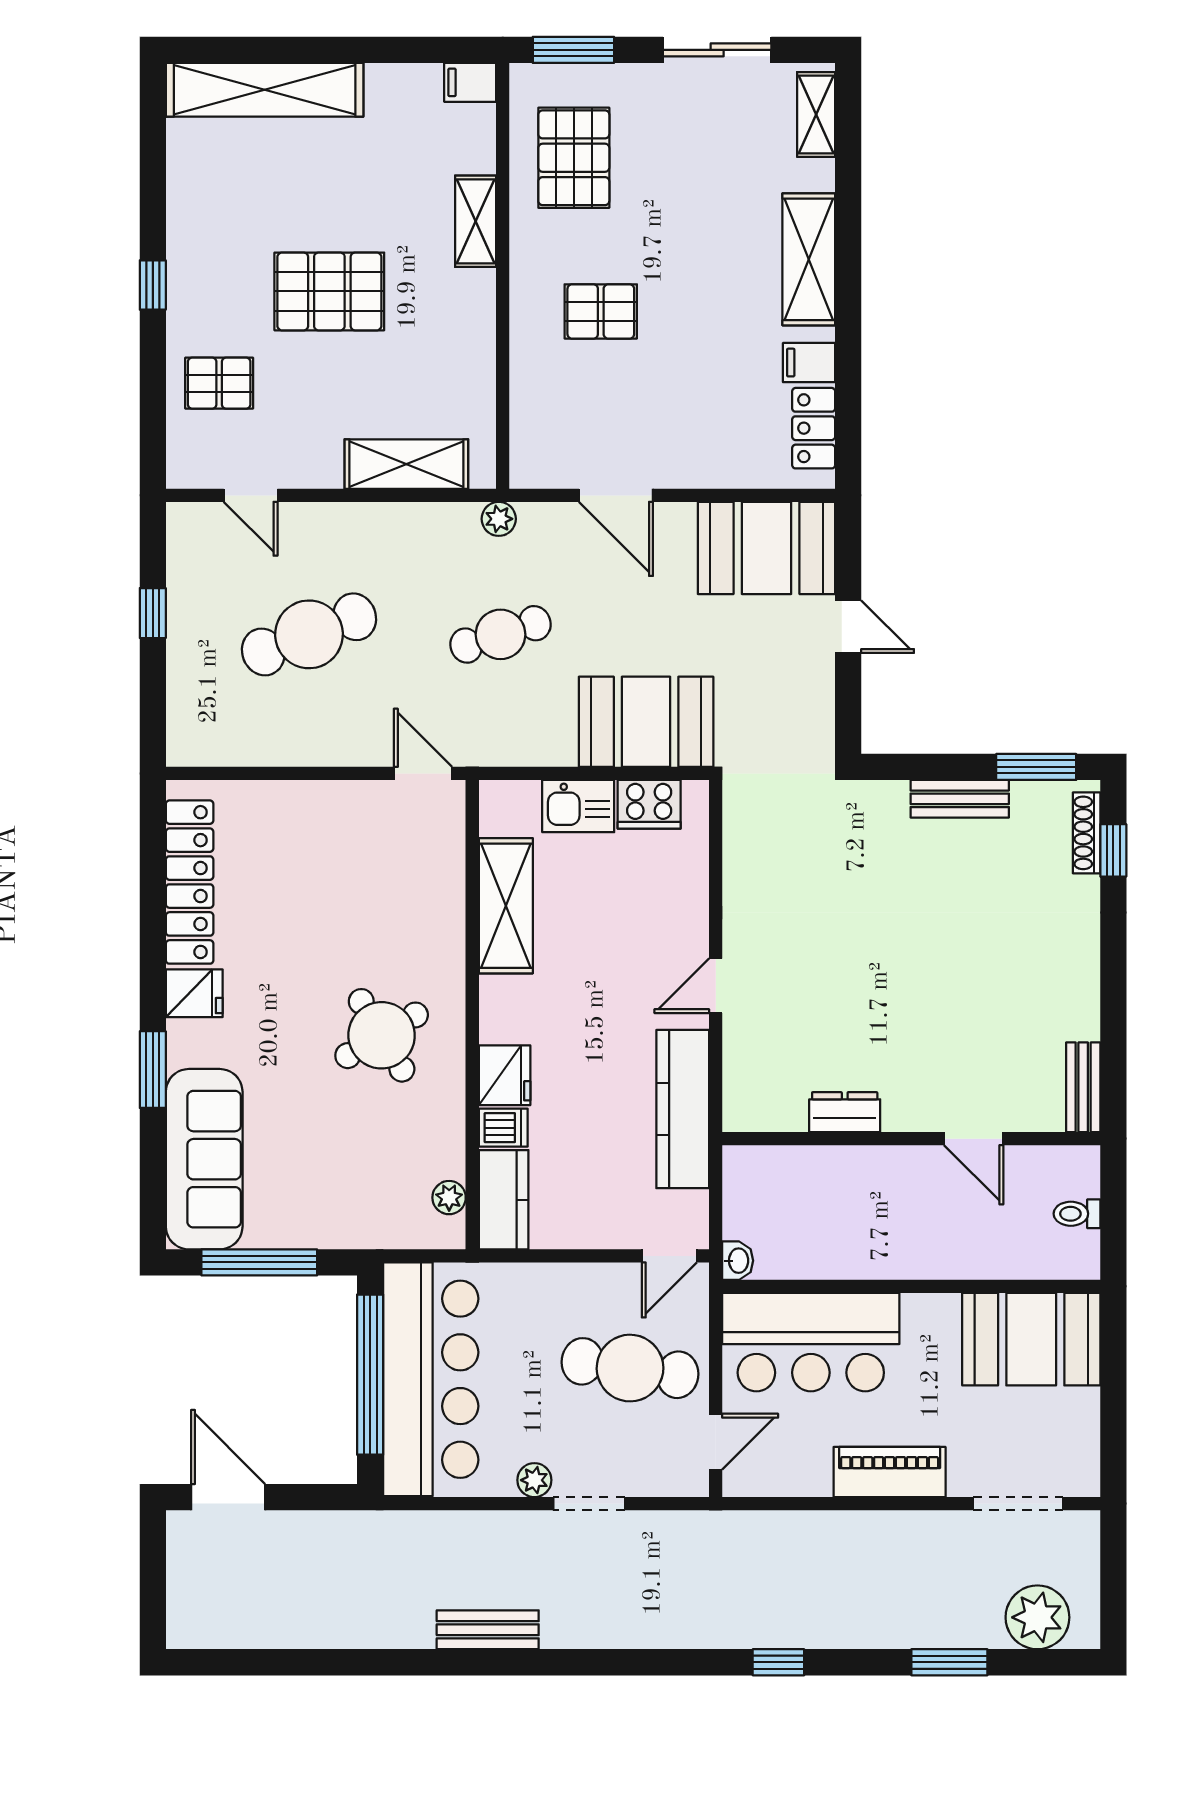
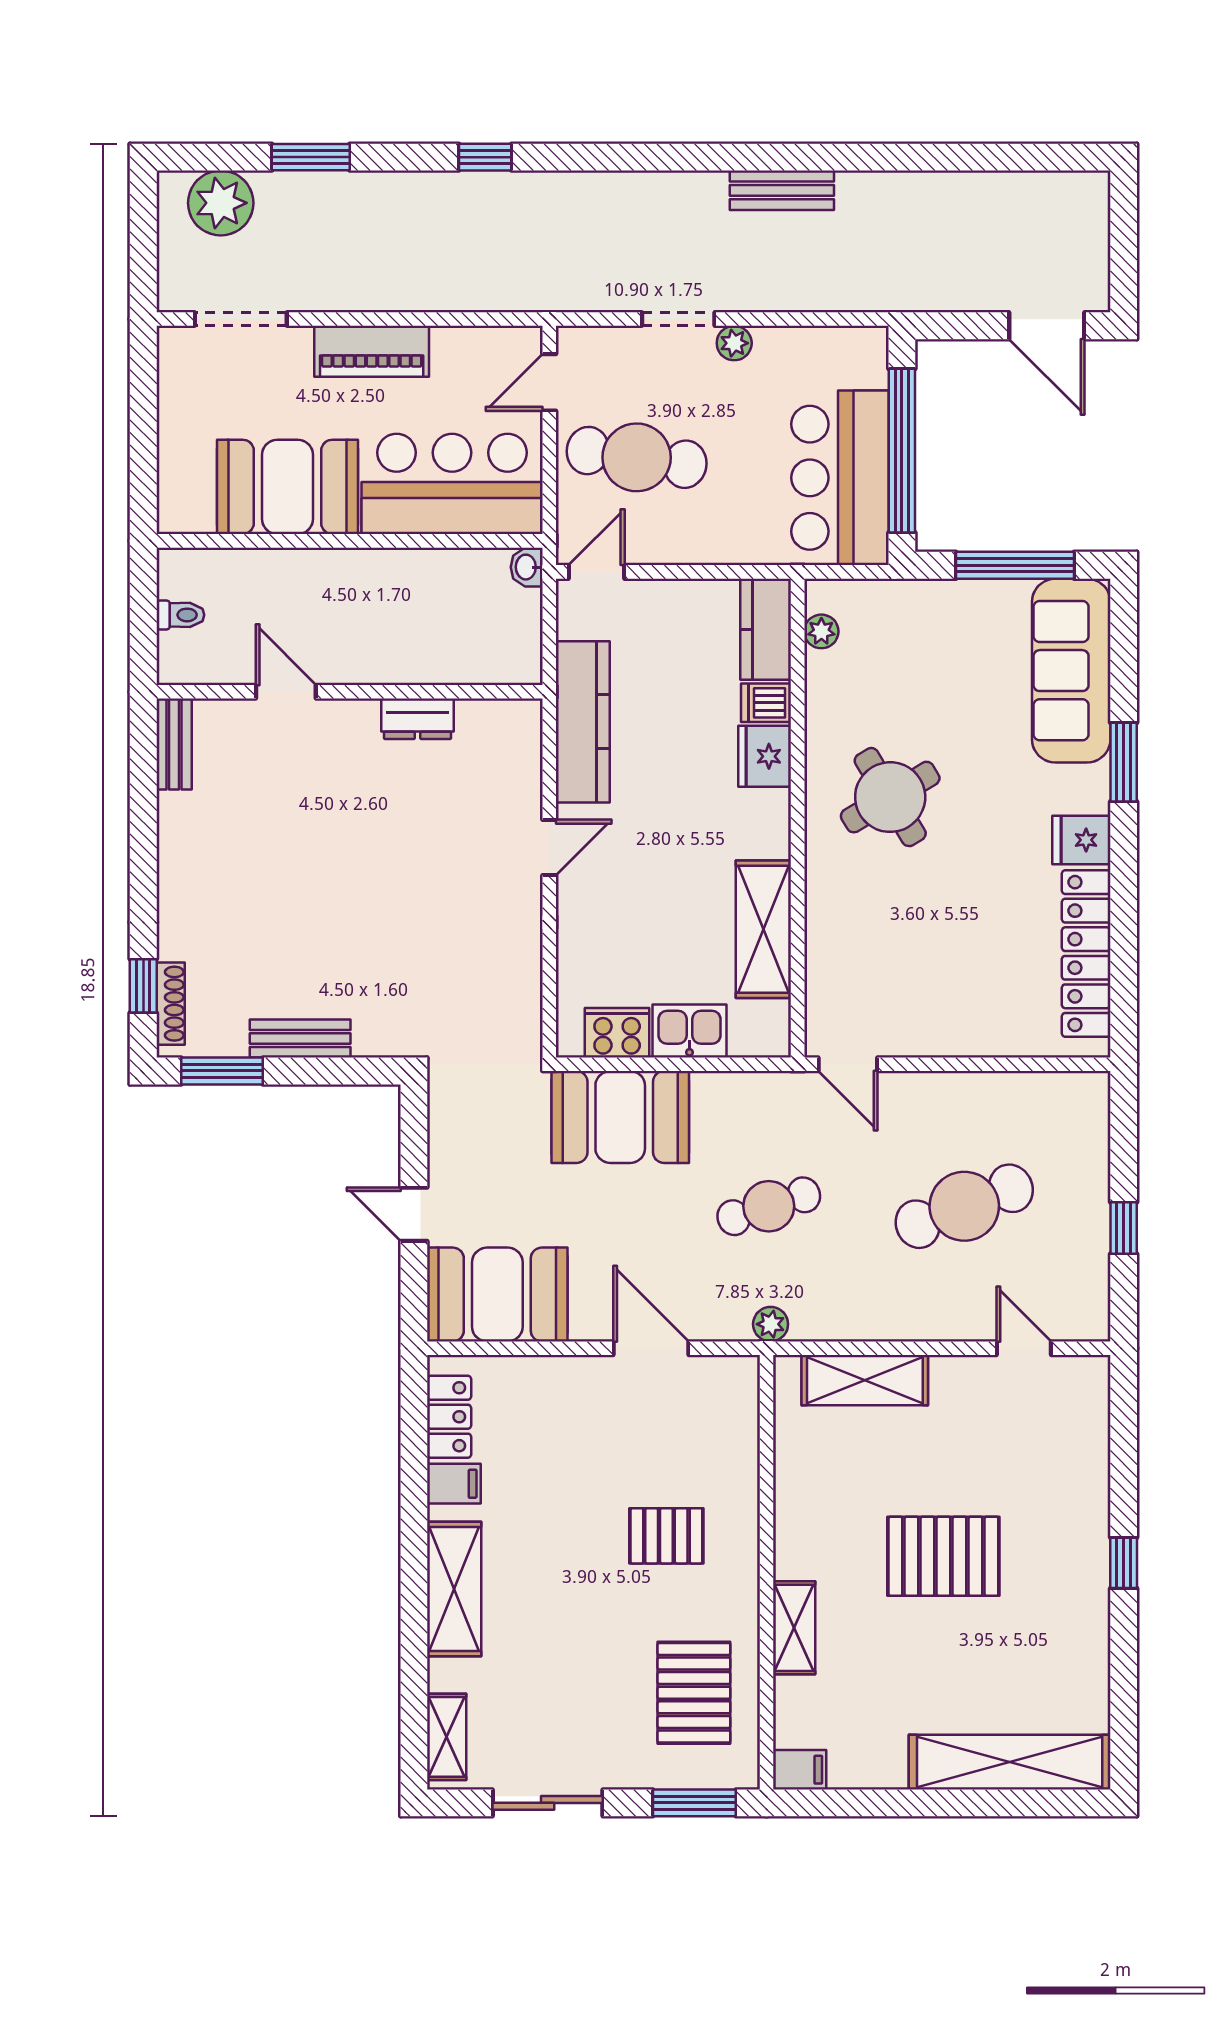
pallet: (219, 383) -> (1056, 1463), removed
booth: (1031, 1339) -> (288, 487), moved
bar counter: (431, 1379) -> (840, 478), width x0.73

